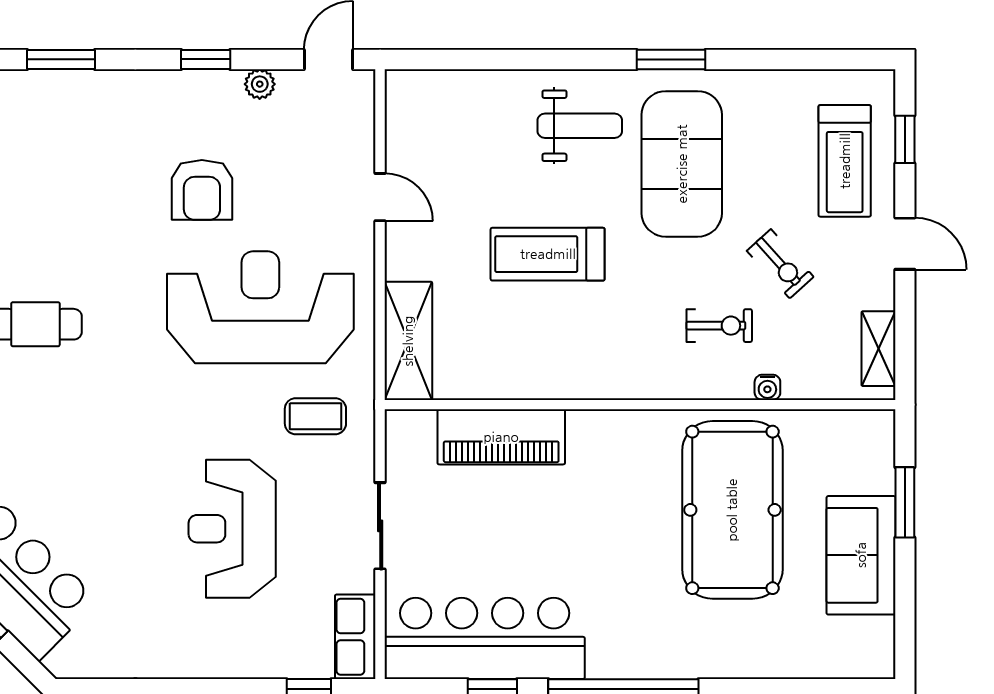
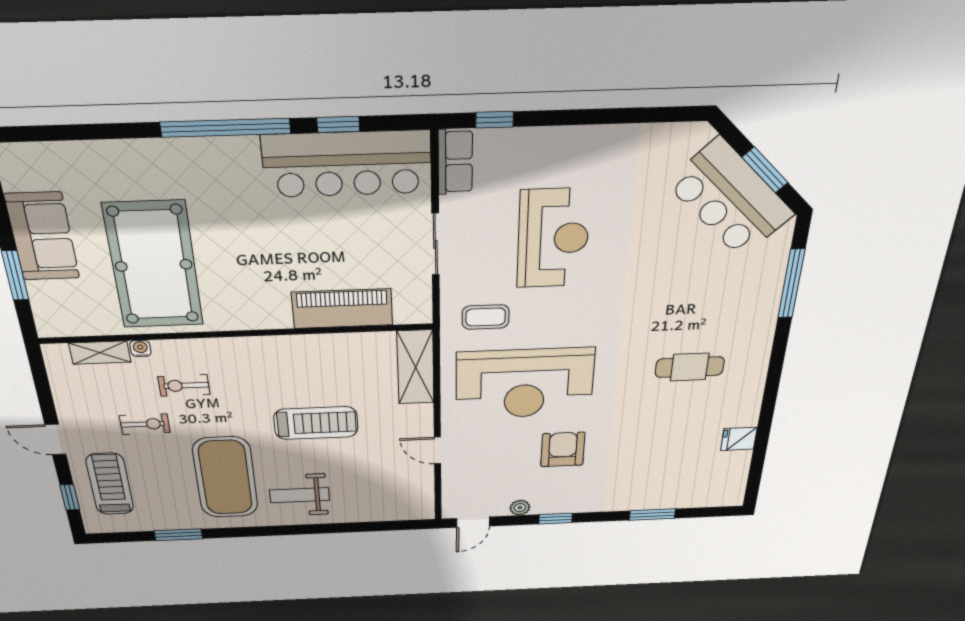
window: (671, 59) -> (178, 535), moved
exercise bike: (780, 264) -> (145, 424), turned 132
shelving: (878, 349) -> (100, 353), moved, turned 90

